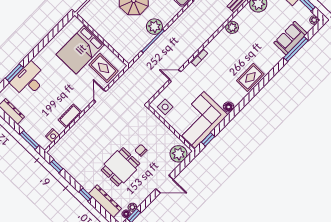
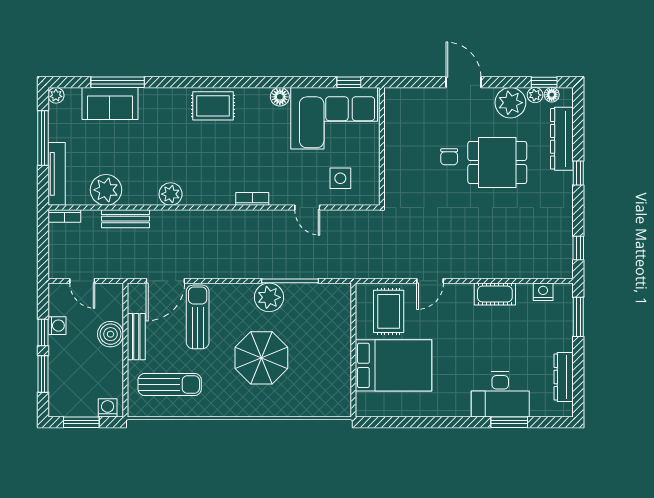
side table: (165, 107) -> (340, 178), moved
plant: (178, 154) -> (510, 103), moved

